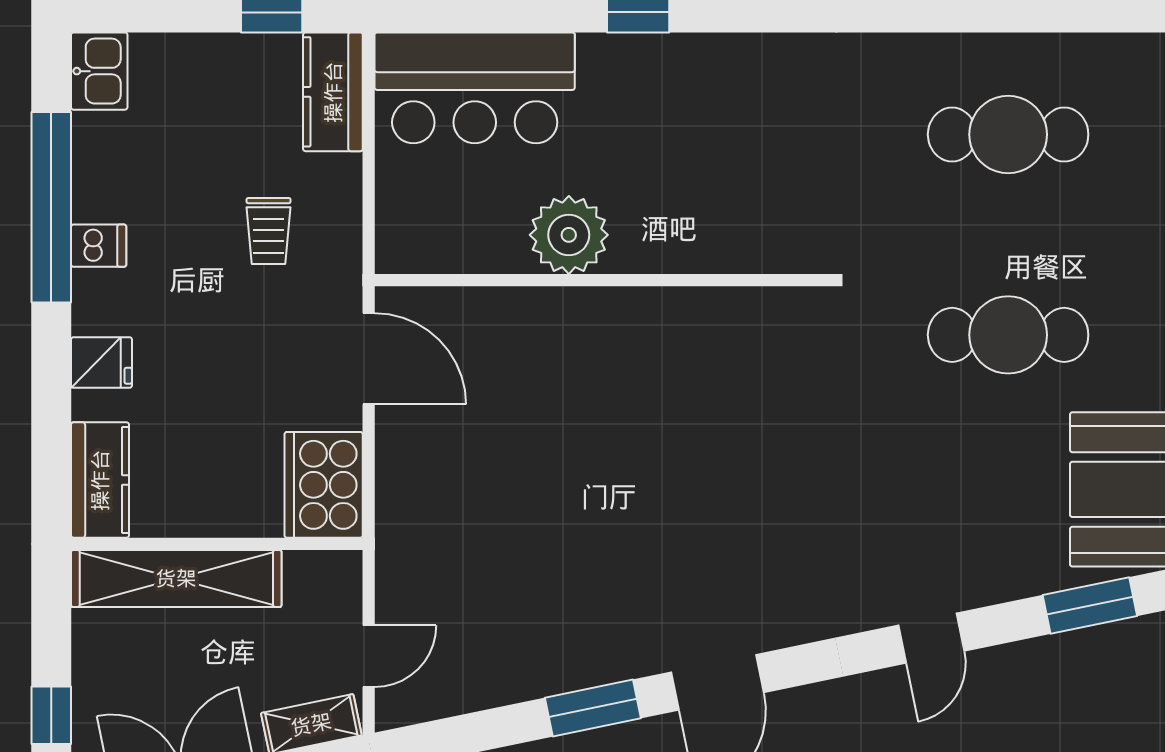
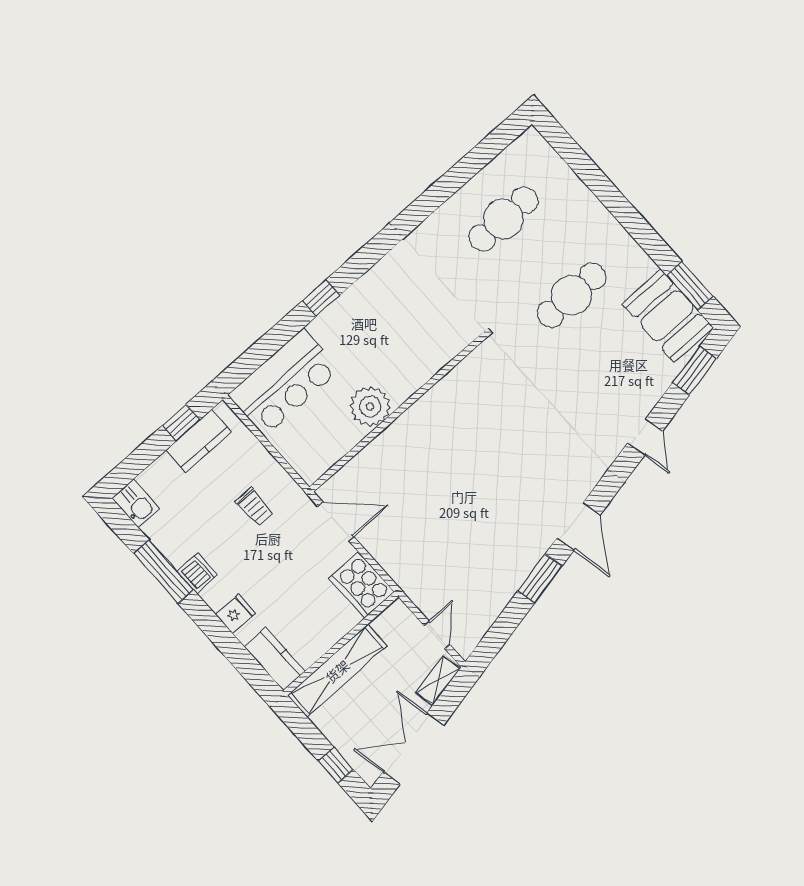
kitchen counter: (333, 92) -> (199, 441), moved, turned -90
window: (51, 207) -> (163, 572), width x0.68
dishwasher: (99, 246) -> (197, 573), width x1.38

